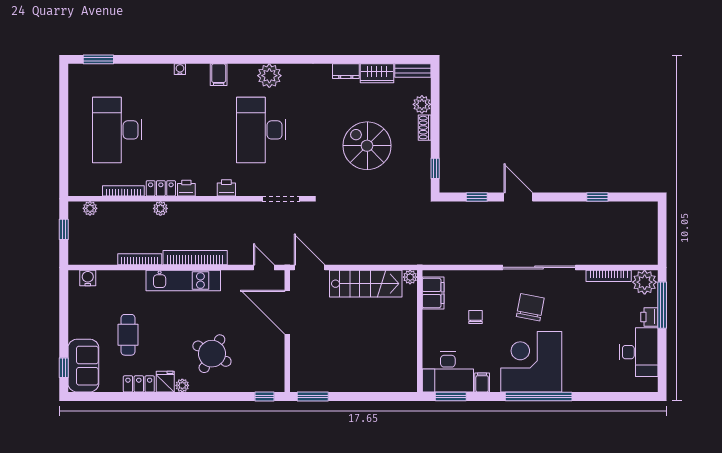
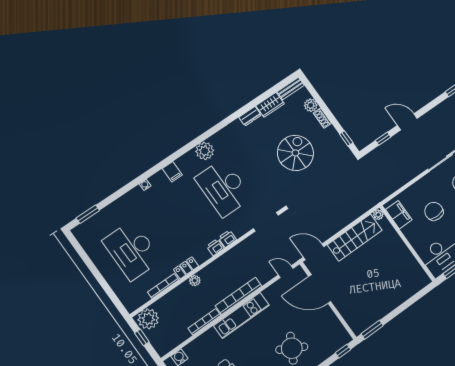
spiral stairs: (367, 146) -> (295, 153), turned 90
printer: (186, 188) -> (215, 247), moved
plant: (90, 208) -> (148, 319), width x1.88, depth x1.88
chair: (475, 317) -> (434, 211), width x1.87, depth x1.87

